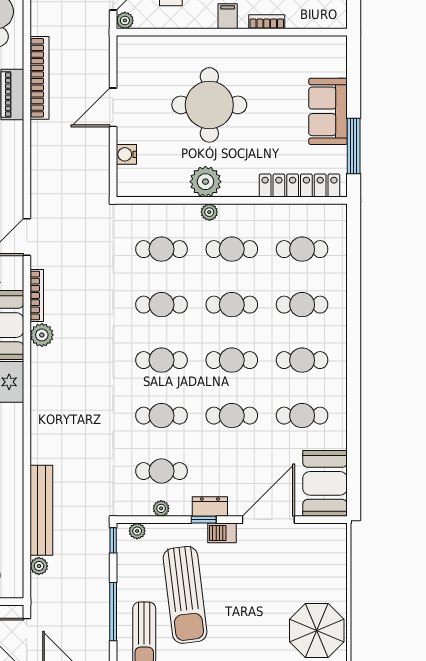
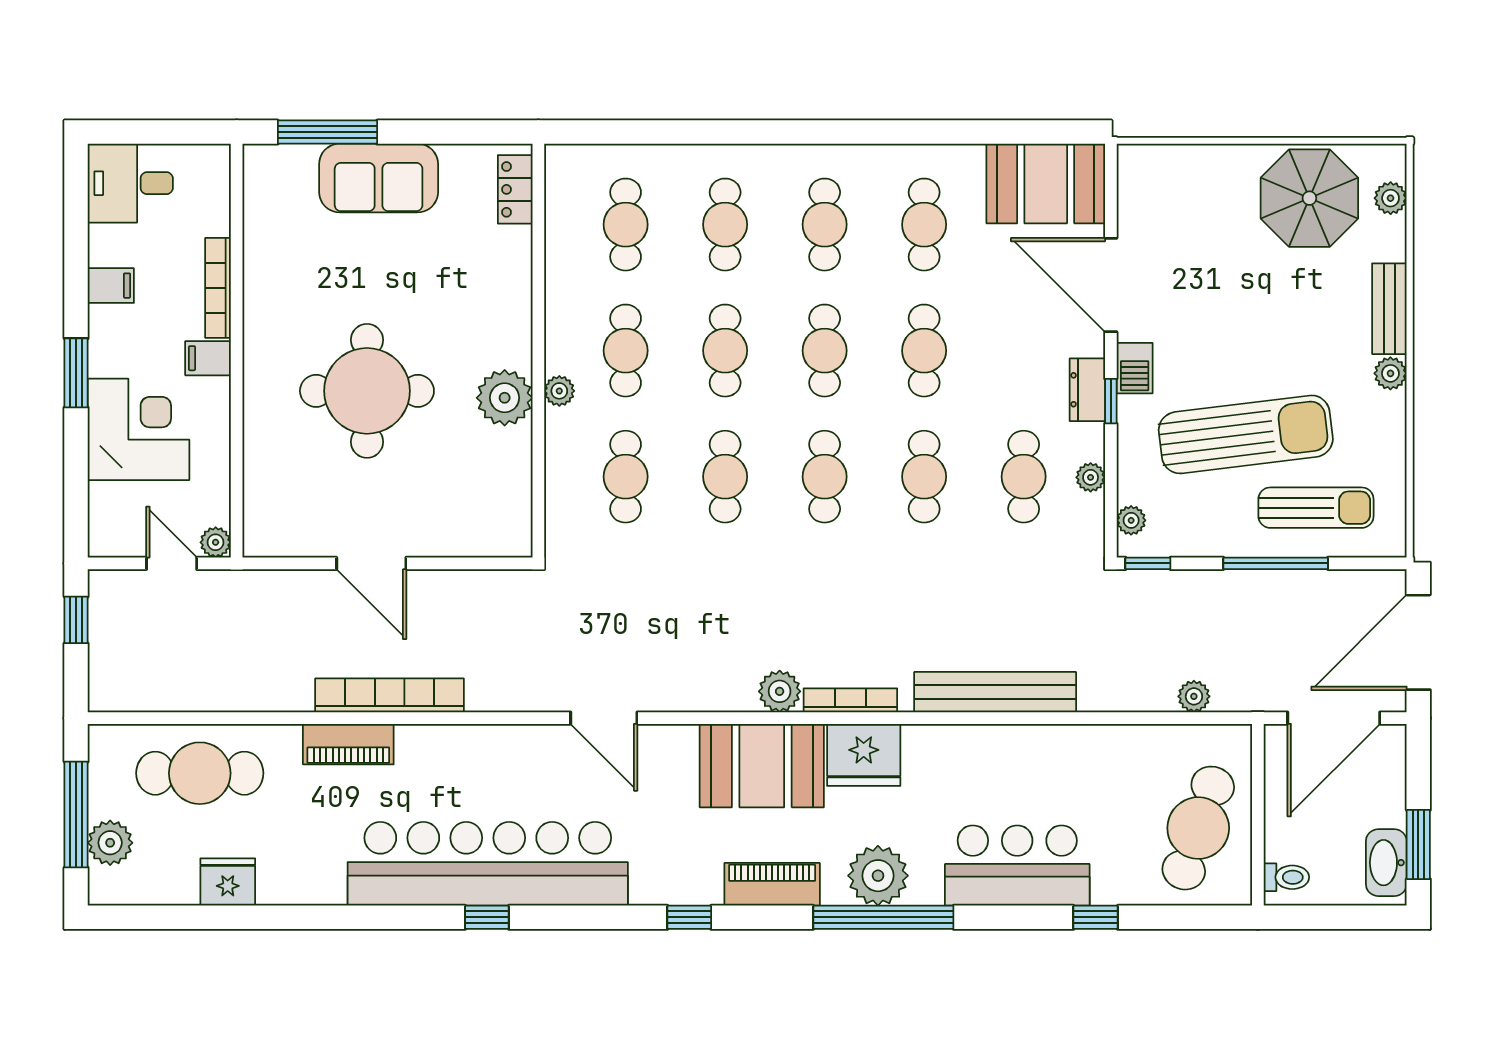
bookcase: (267, 22) -> (218, 288), width x1.56
bookcase: (40, 78) -> (390, 695), moved
window: (354, 146) -> (327, 132), moved
water cooler: (126, 154) -> (456, 540), removed
locker: (300, 186) -> (515, 189), width x0.46, depth x0.83
bookcase: (37, 295) -> (850, 700), moved
bench: (41, 510) -> (995, 692), moved

